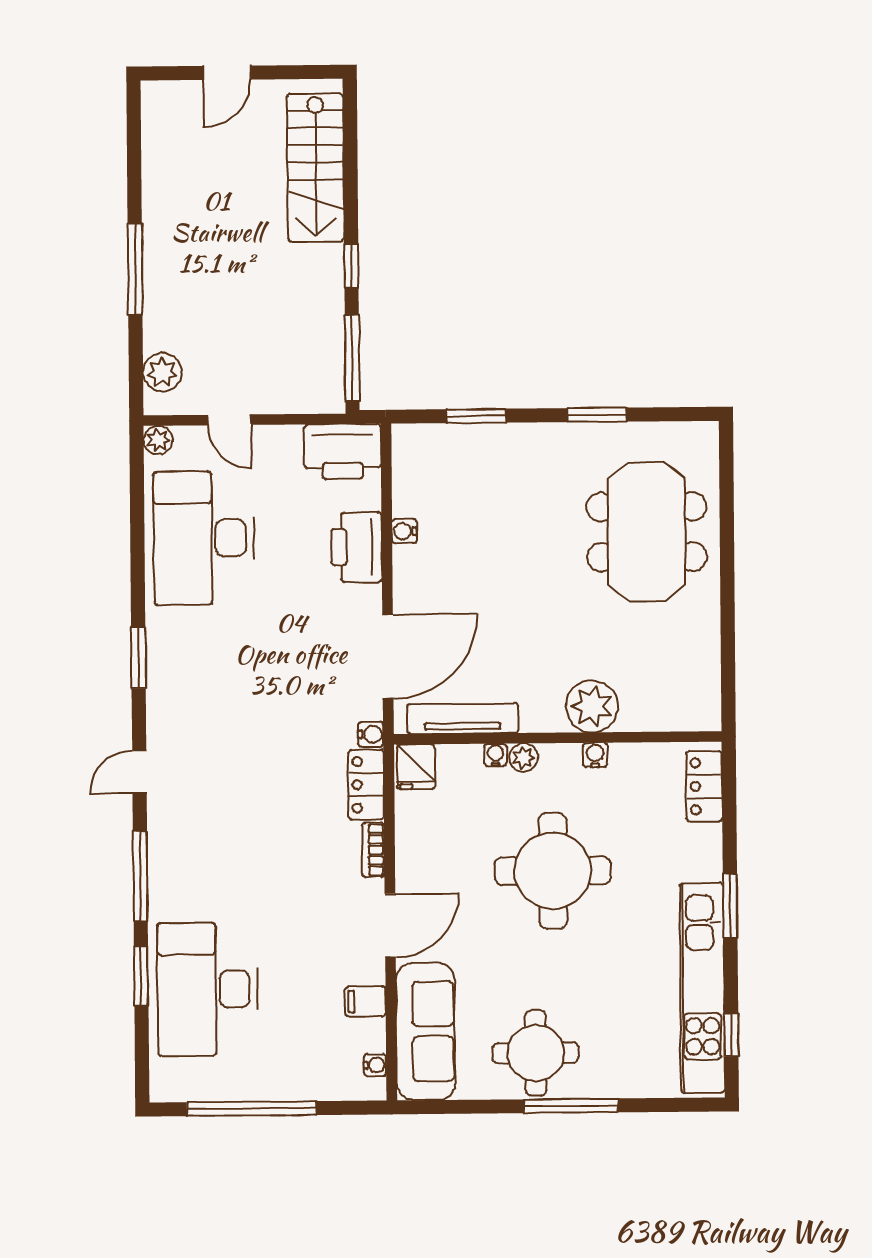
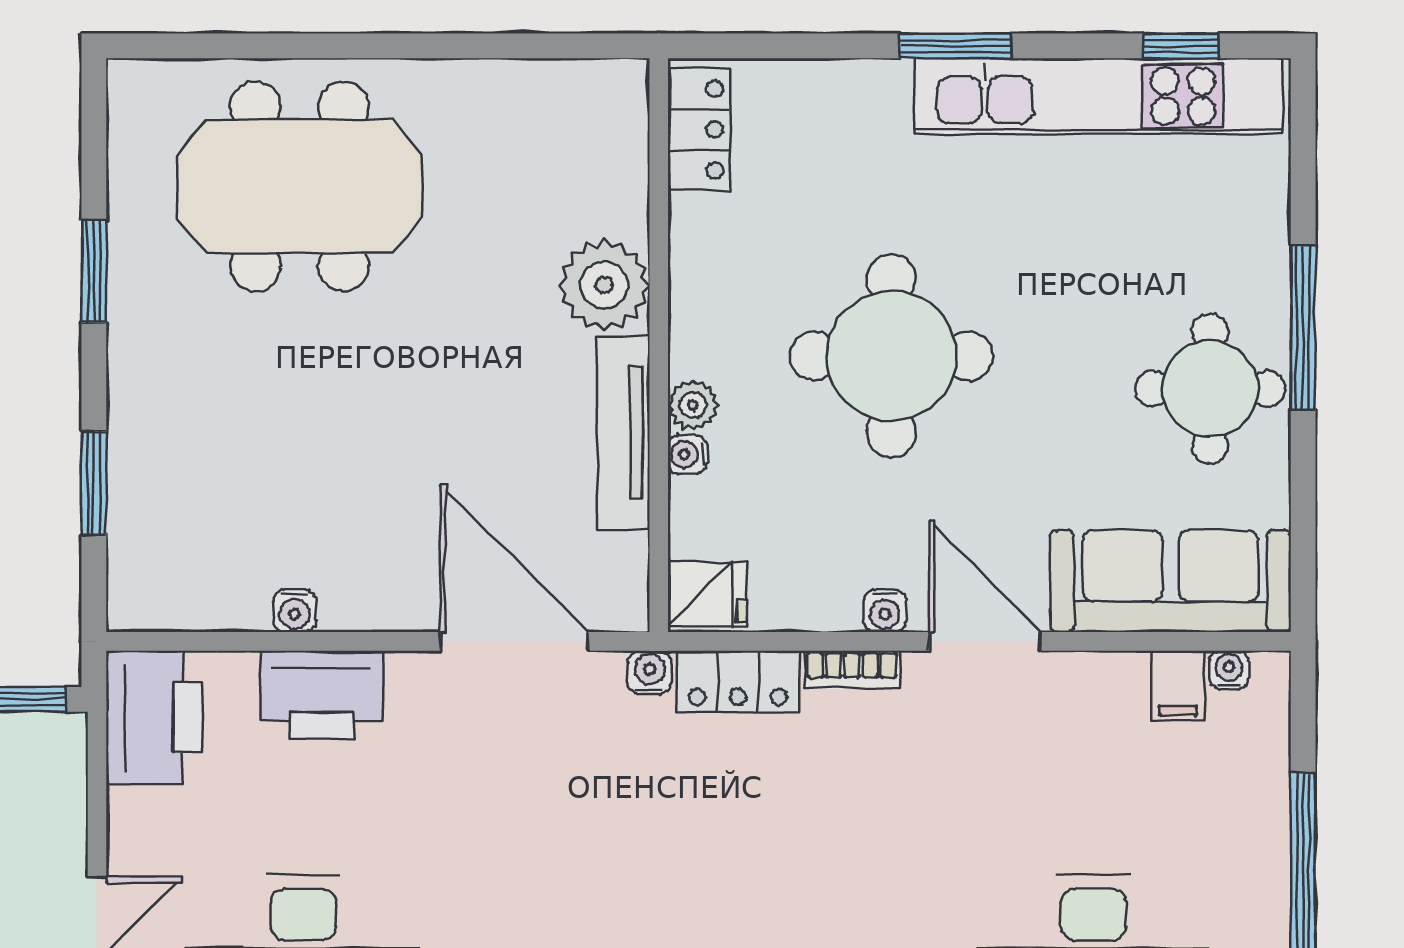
tv unit: (463, 718) -> (623, 433), moved
water cooler: (595, 755) -> (885, 611), moved, turned -90
locker: (704, 786) -> (699, 129), moved, turned -90
filing cabinet: (365, 1002) -> (1178, 686), moved

